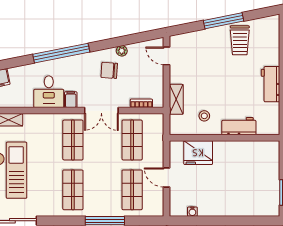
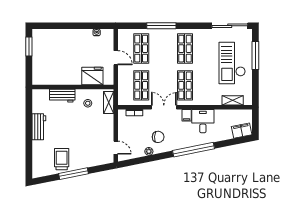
shelving: (176, 99) -> (109, 102), moved

